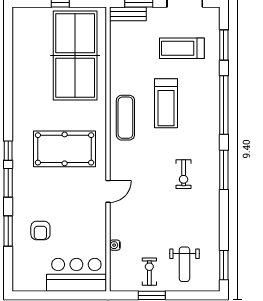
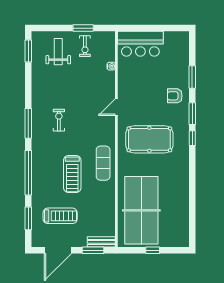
treadmill: (166, 103) -> (72, 174), turned 180
armchair: (40, 231) -> (175, 96), moved, turned -90

